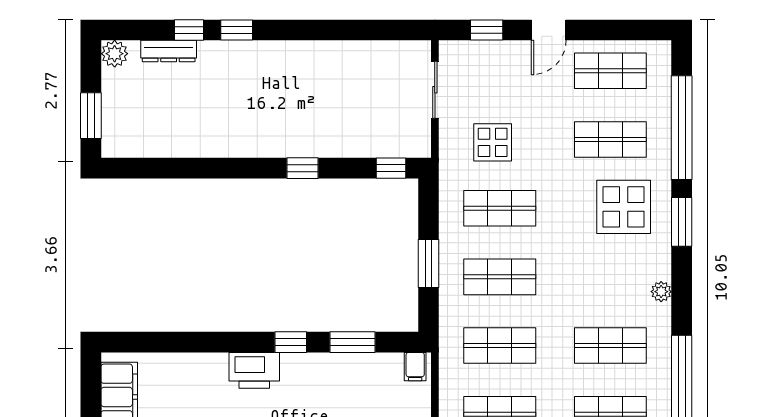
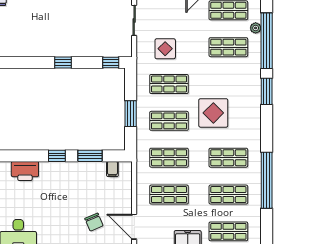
display table: (624, 207) -> (213, 113), moved
plant: (661, 292) -> (256, 28), moved
filing cabinet: (415, 367) -> (112, 169), moved
printer: (254, 370) -> (25, 171), moved

